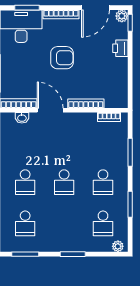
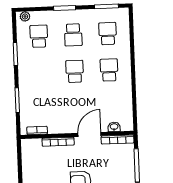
door: (50, 110) -> (89, 134), swing flipped
school desk: (103, 182) -> (73, 35), moved, turned 180

